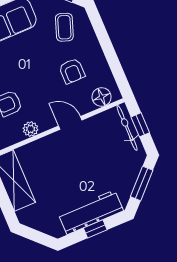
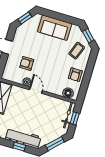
armchair: (72, 71) -> (75, 75), moved
door: (70, 123) -> (36, 90), moved

